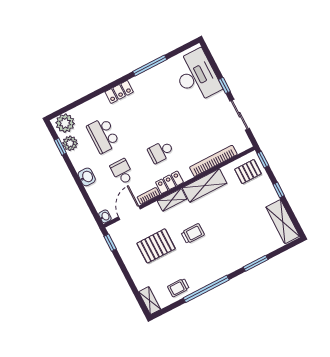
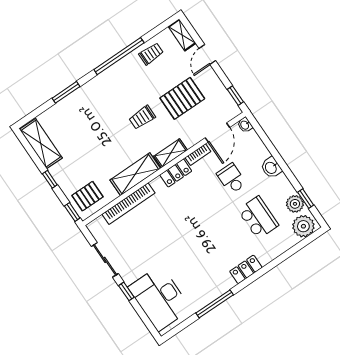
school desk: (161, 152) -> (190, 207), removed
school desk: (122, 172) -> (231, 179), turned 180
door: (130, 281) -> (207, 55), added

